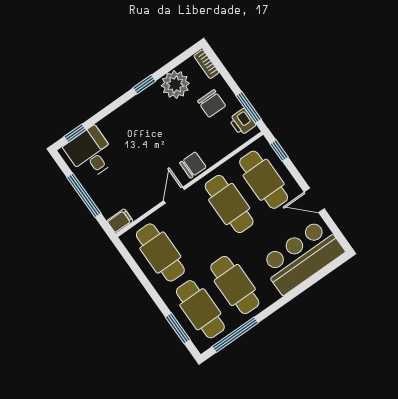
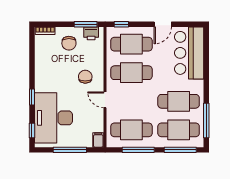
window: (144, 84) -> (32, 97), moved
plant: (175, 84) -> (44, 56), removed
chair: (212, 104) -> (69, 43), turned 90
desk: (91, 153) -> (53, 118), width x1.87, depth x1.30
chair: (193, 165) -> (85, 77), moved
window: (142, 278) -> (138, 150), added
window: (178, 328) -> (180, 150), width x1.44

